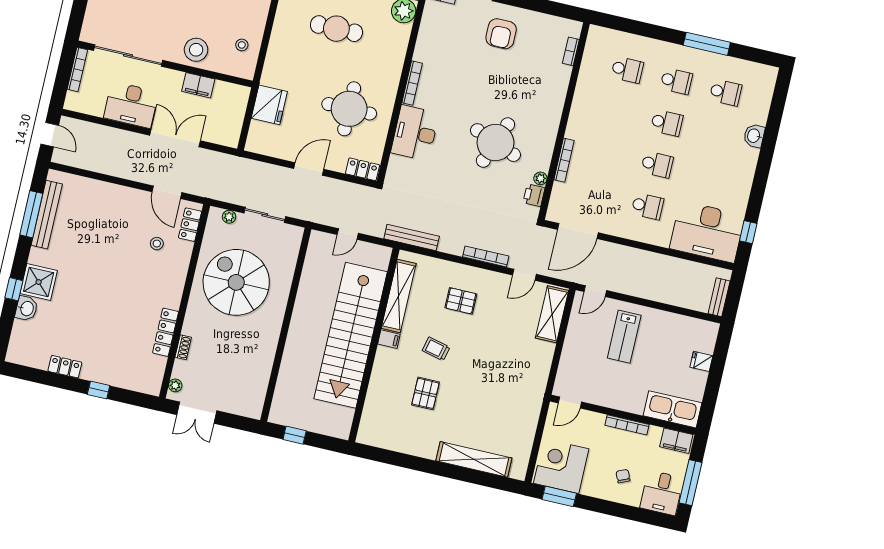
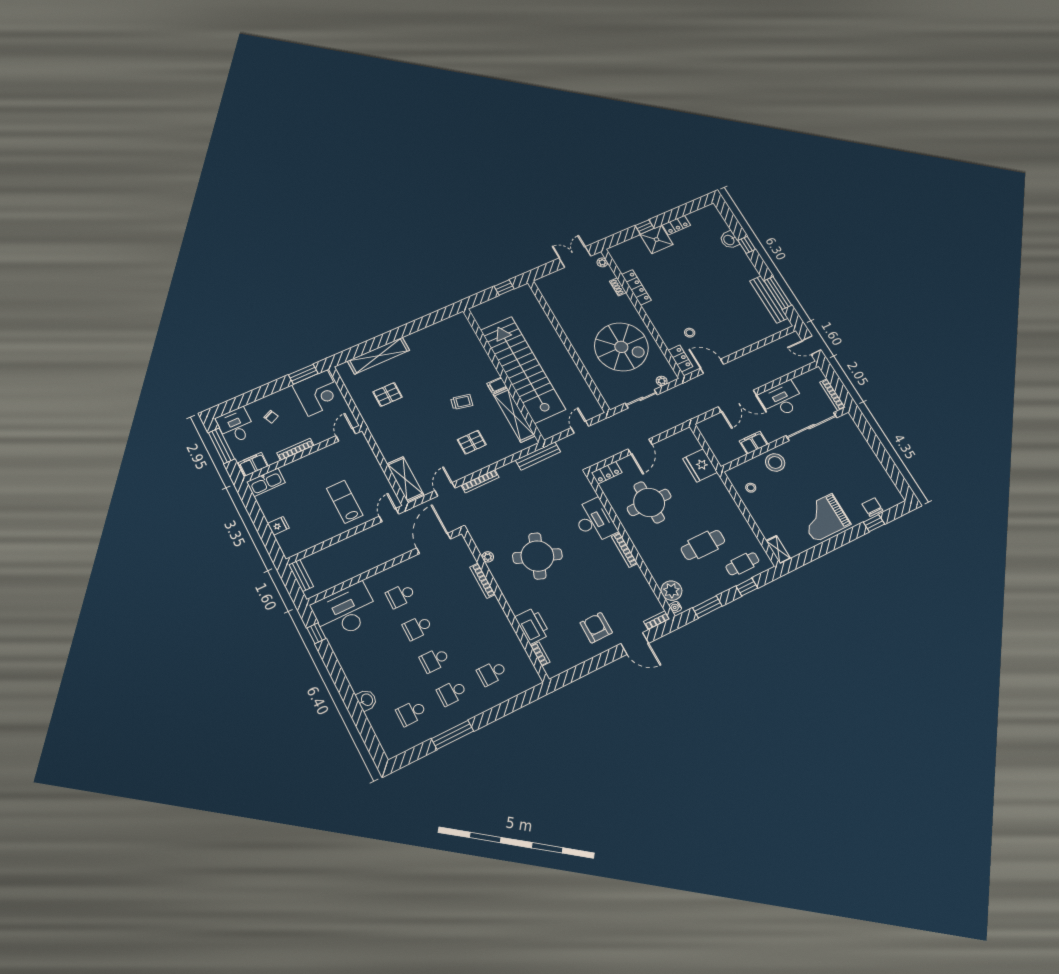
printer: (534, 195) -> (532, 626), moved, width x1.87, depth x1.48
shower: (39, 282) -> (657, 239), moved
pallet: (425, 393) -> (388, 394), moved, turned 90
kitchen sink: (673, 409) -> (266, 482), width x0.73, depth x0.81

